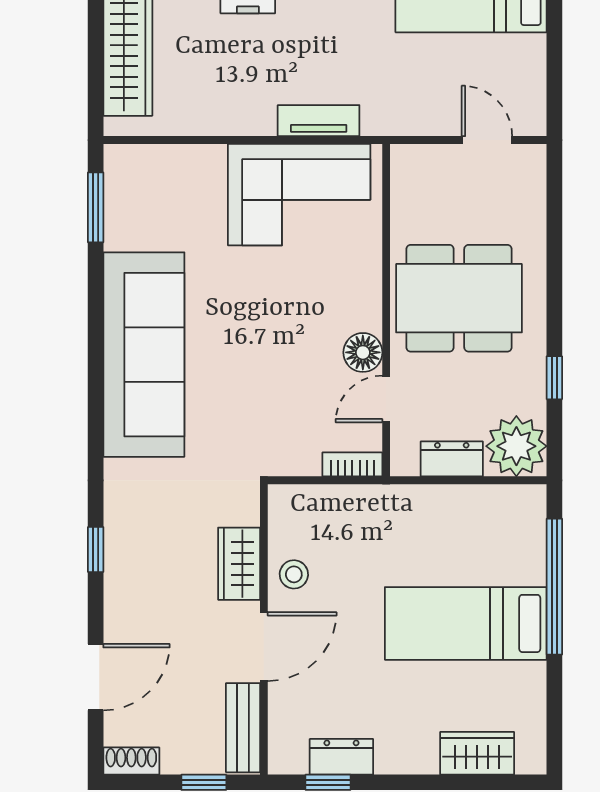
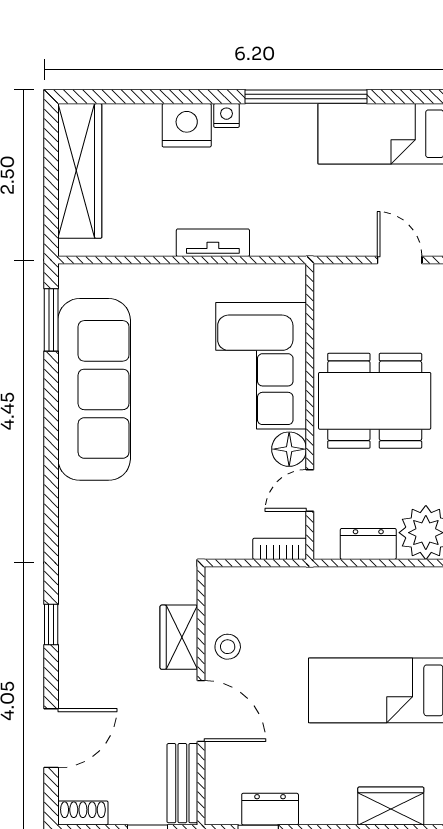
tv unit: (319, 121) -> (213, 243), moved
corner sofa: (299, 195) -> (261, 366), moved, turned 90
sofa: (144, 355) -> (94, 389), moved
door: (264, 647) -> (201, 711), hinge flipped

